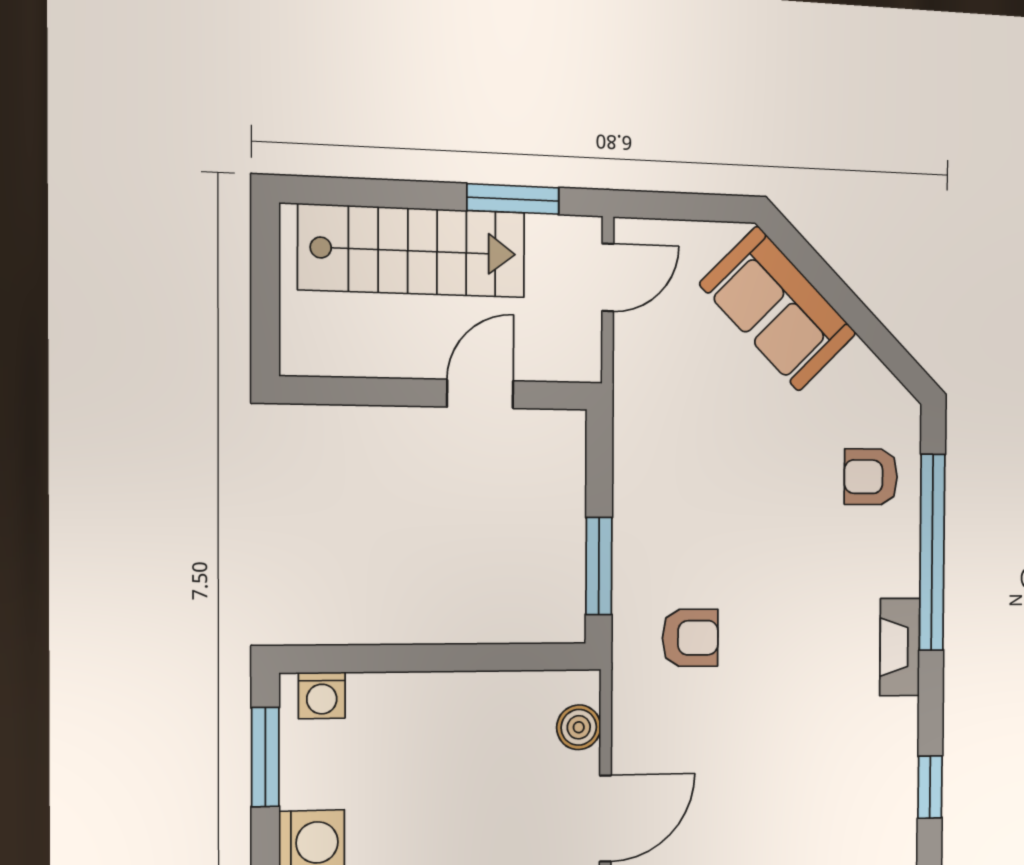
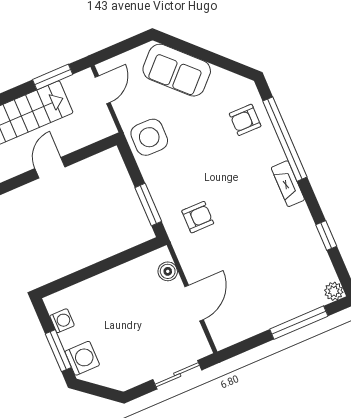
door: (480, 394) -> (50, 168), moved
side table: (662, 424) -> (149, 137), added
washing machine: (322, 695) -> (62, 321), moved, turned -90
window: (265, 757) -> (58, 351), moved

